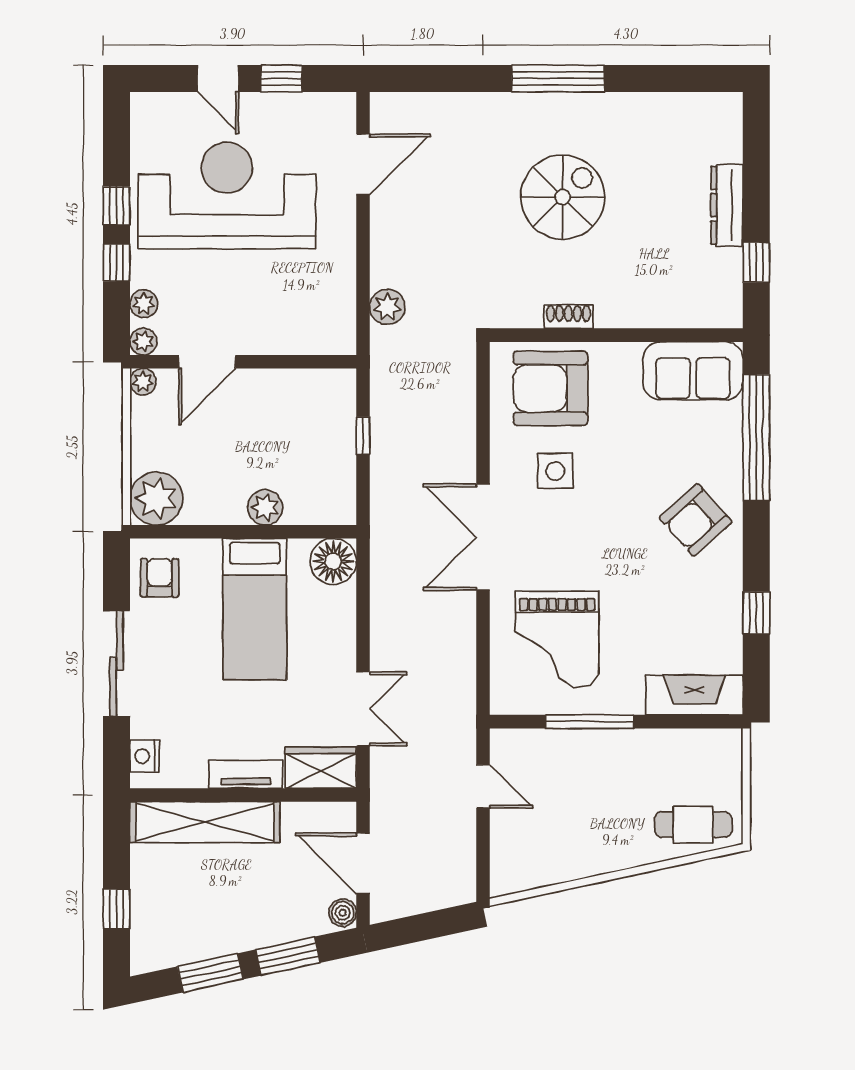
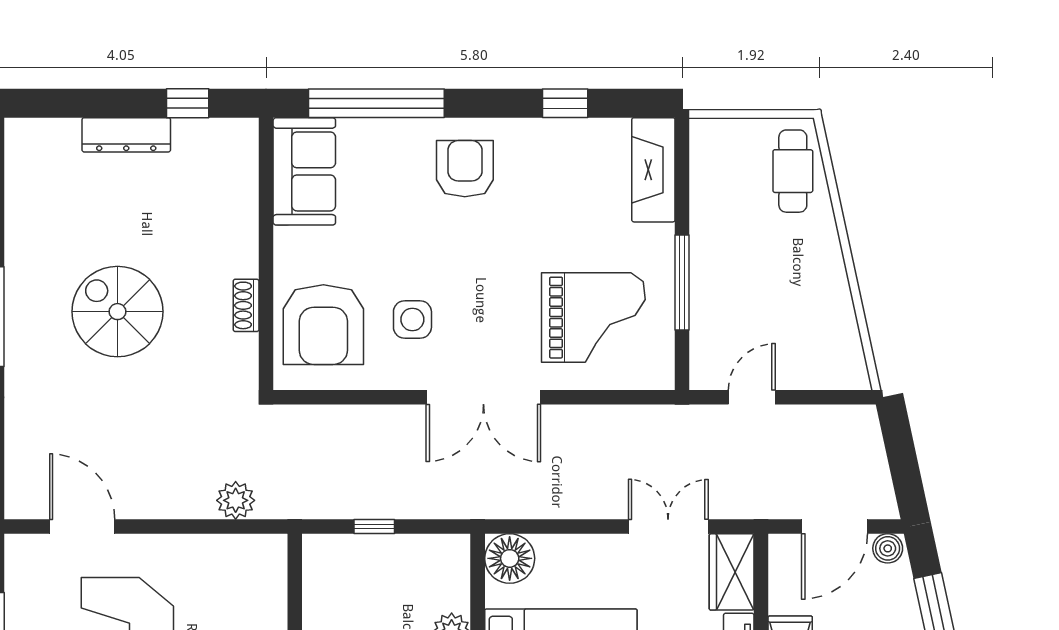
armchair: (695, 520) -> (465, 169), turned -138

